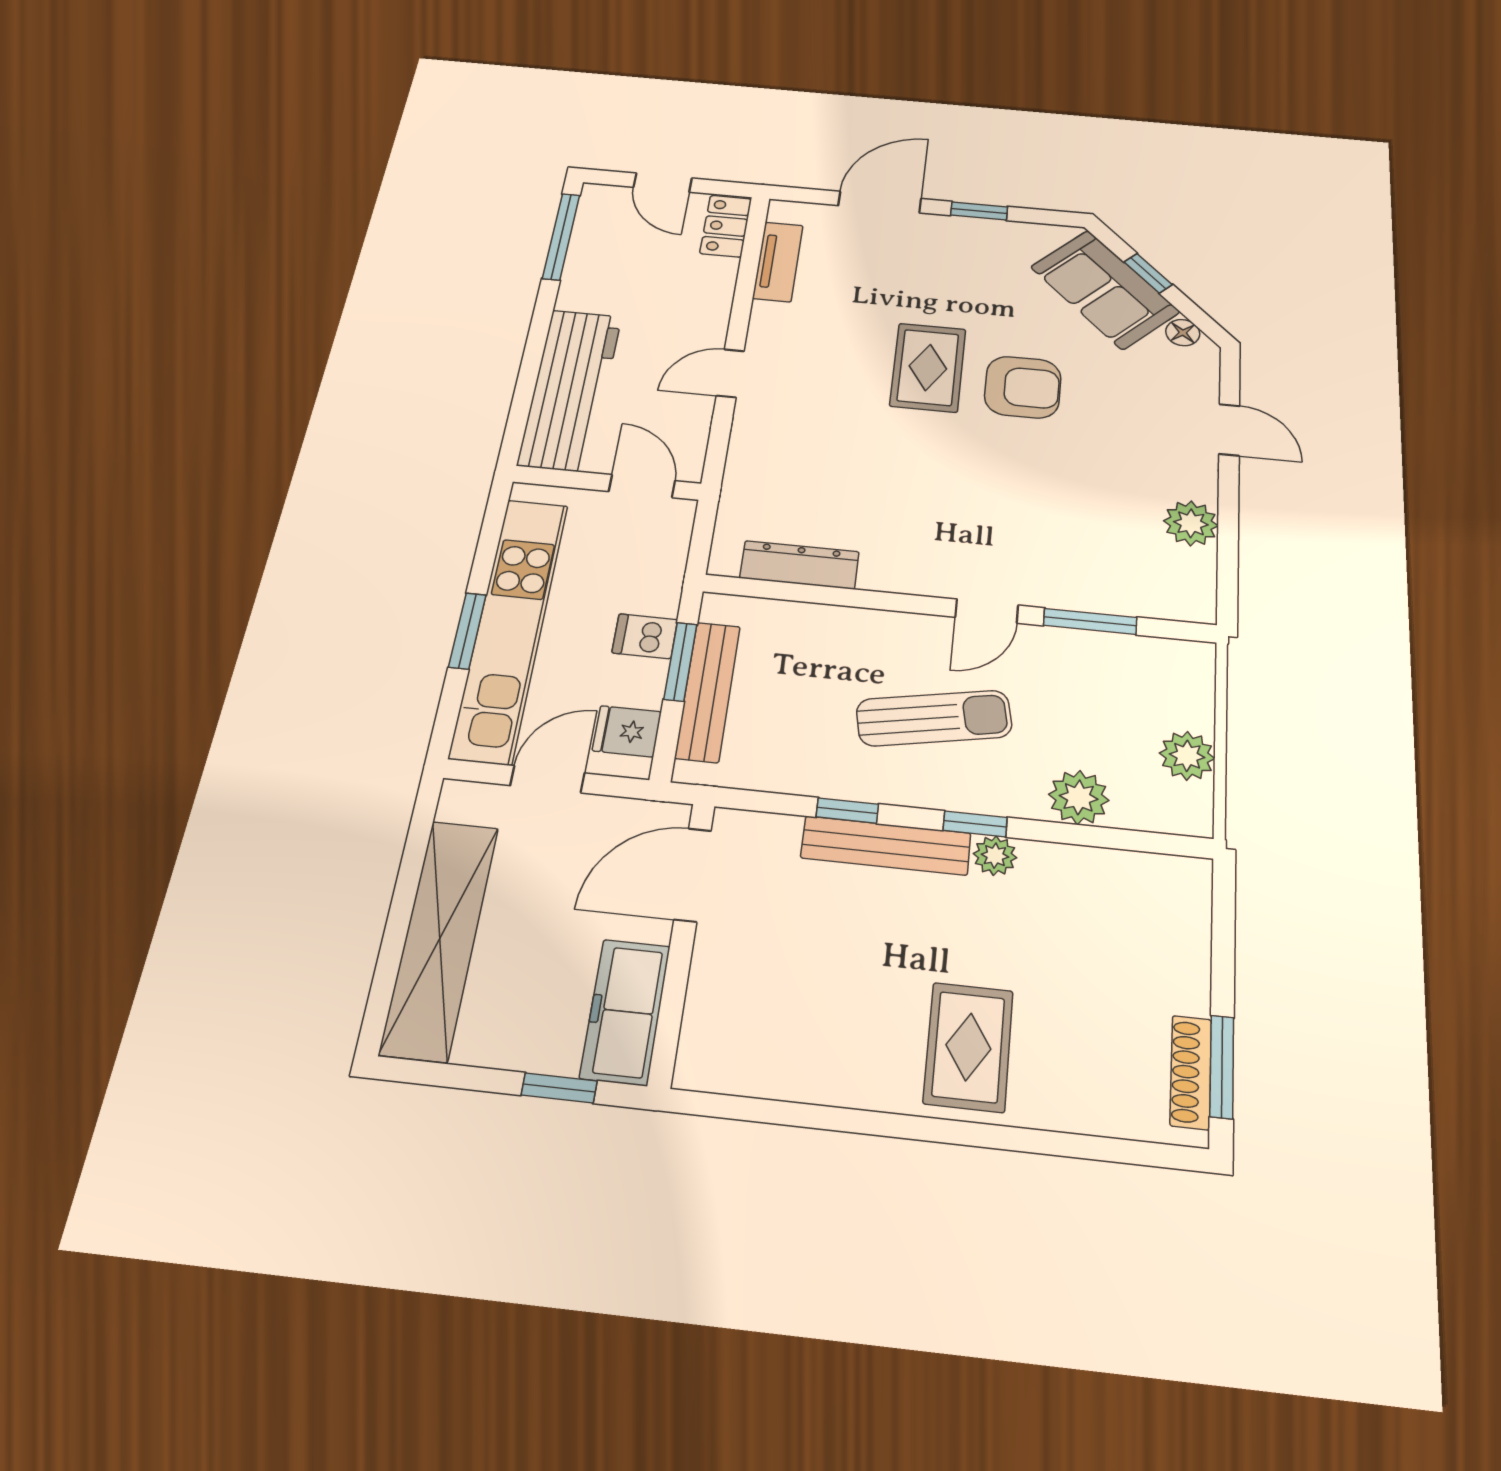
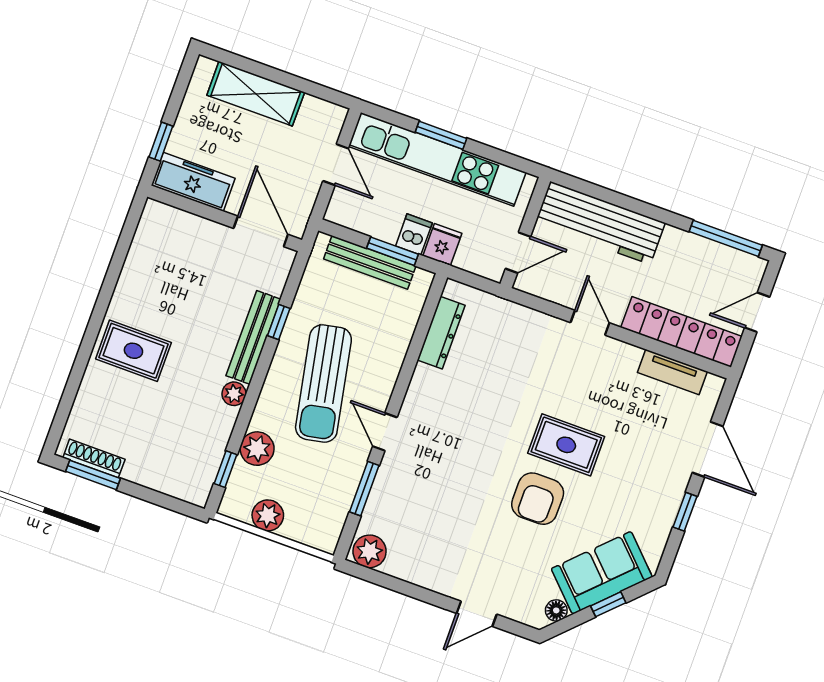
locker: (726, 226) -> (682, 332), width x2.16, depth x1.21
plant: (1191, 523) -> (370, 551), moved
sun lounger: (934, 718) -> (323, 384), width x1.36, depth x1.34
fridge: (627, 731) -> (442, 245), moved
window: (975, 824) -> (225, 469), moved
shelving: (440, 939) -> (256, 94), width x0.68

